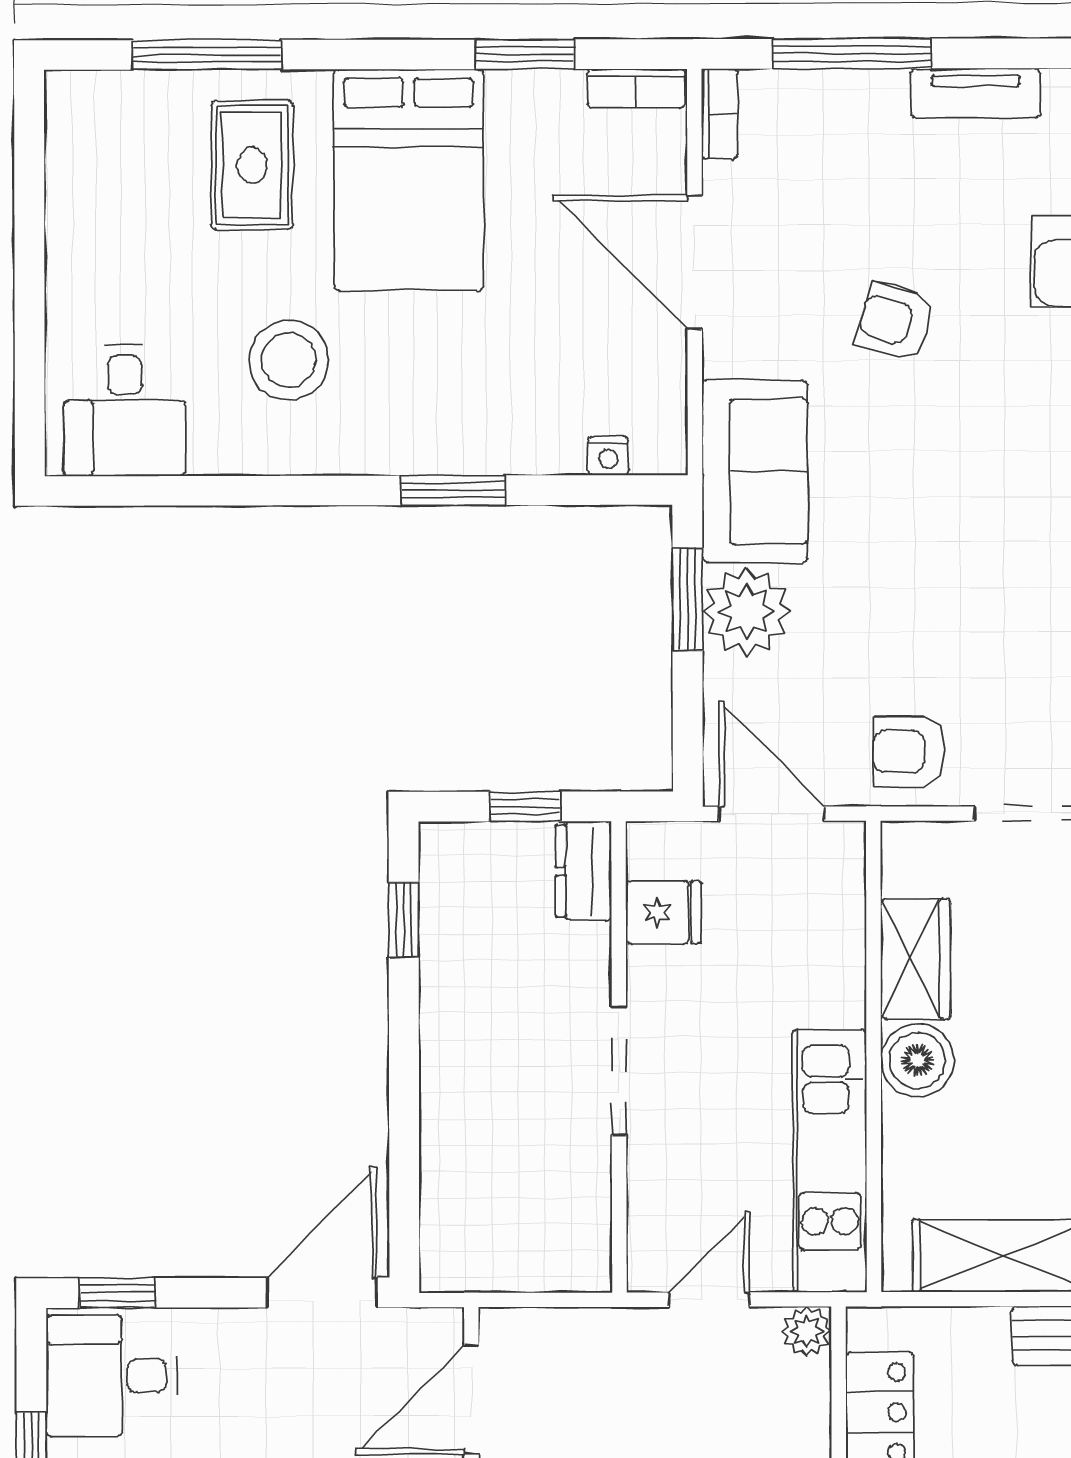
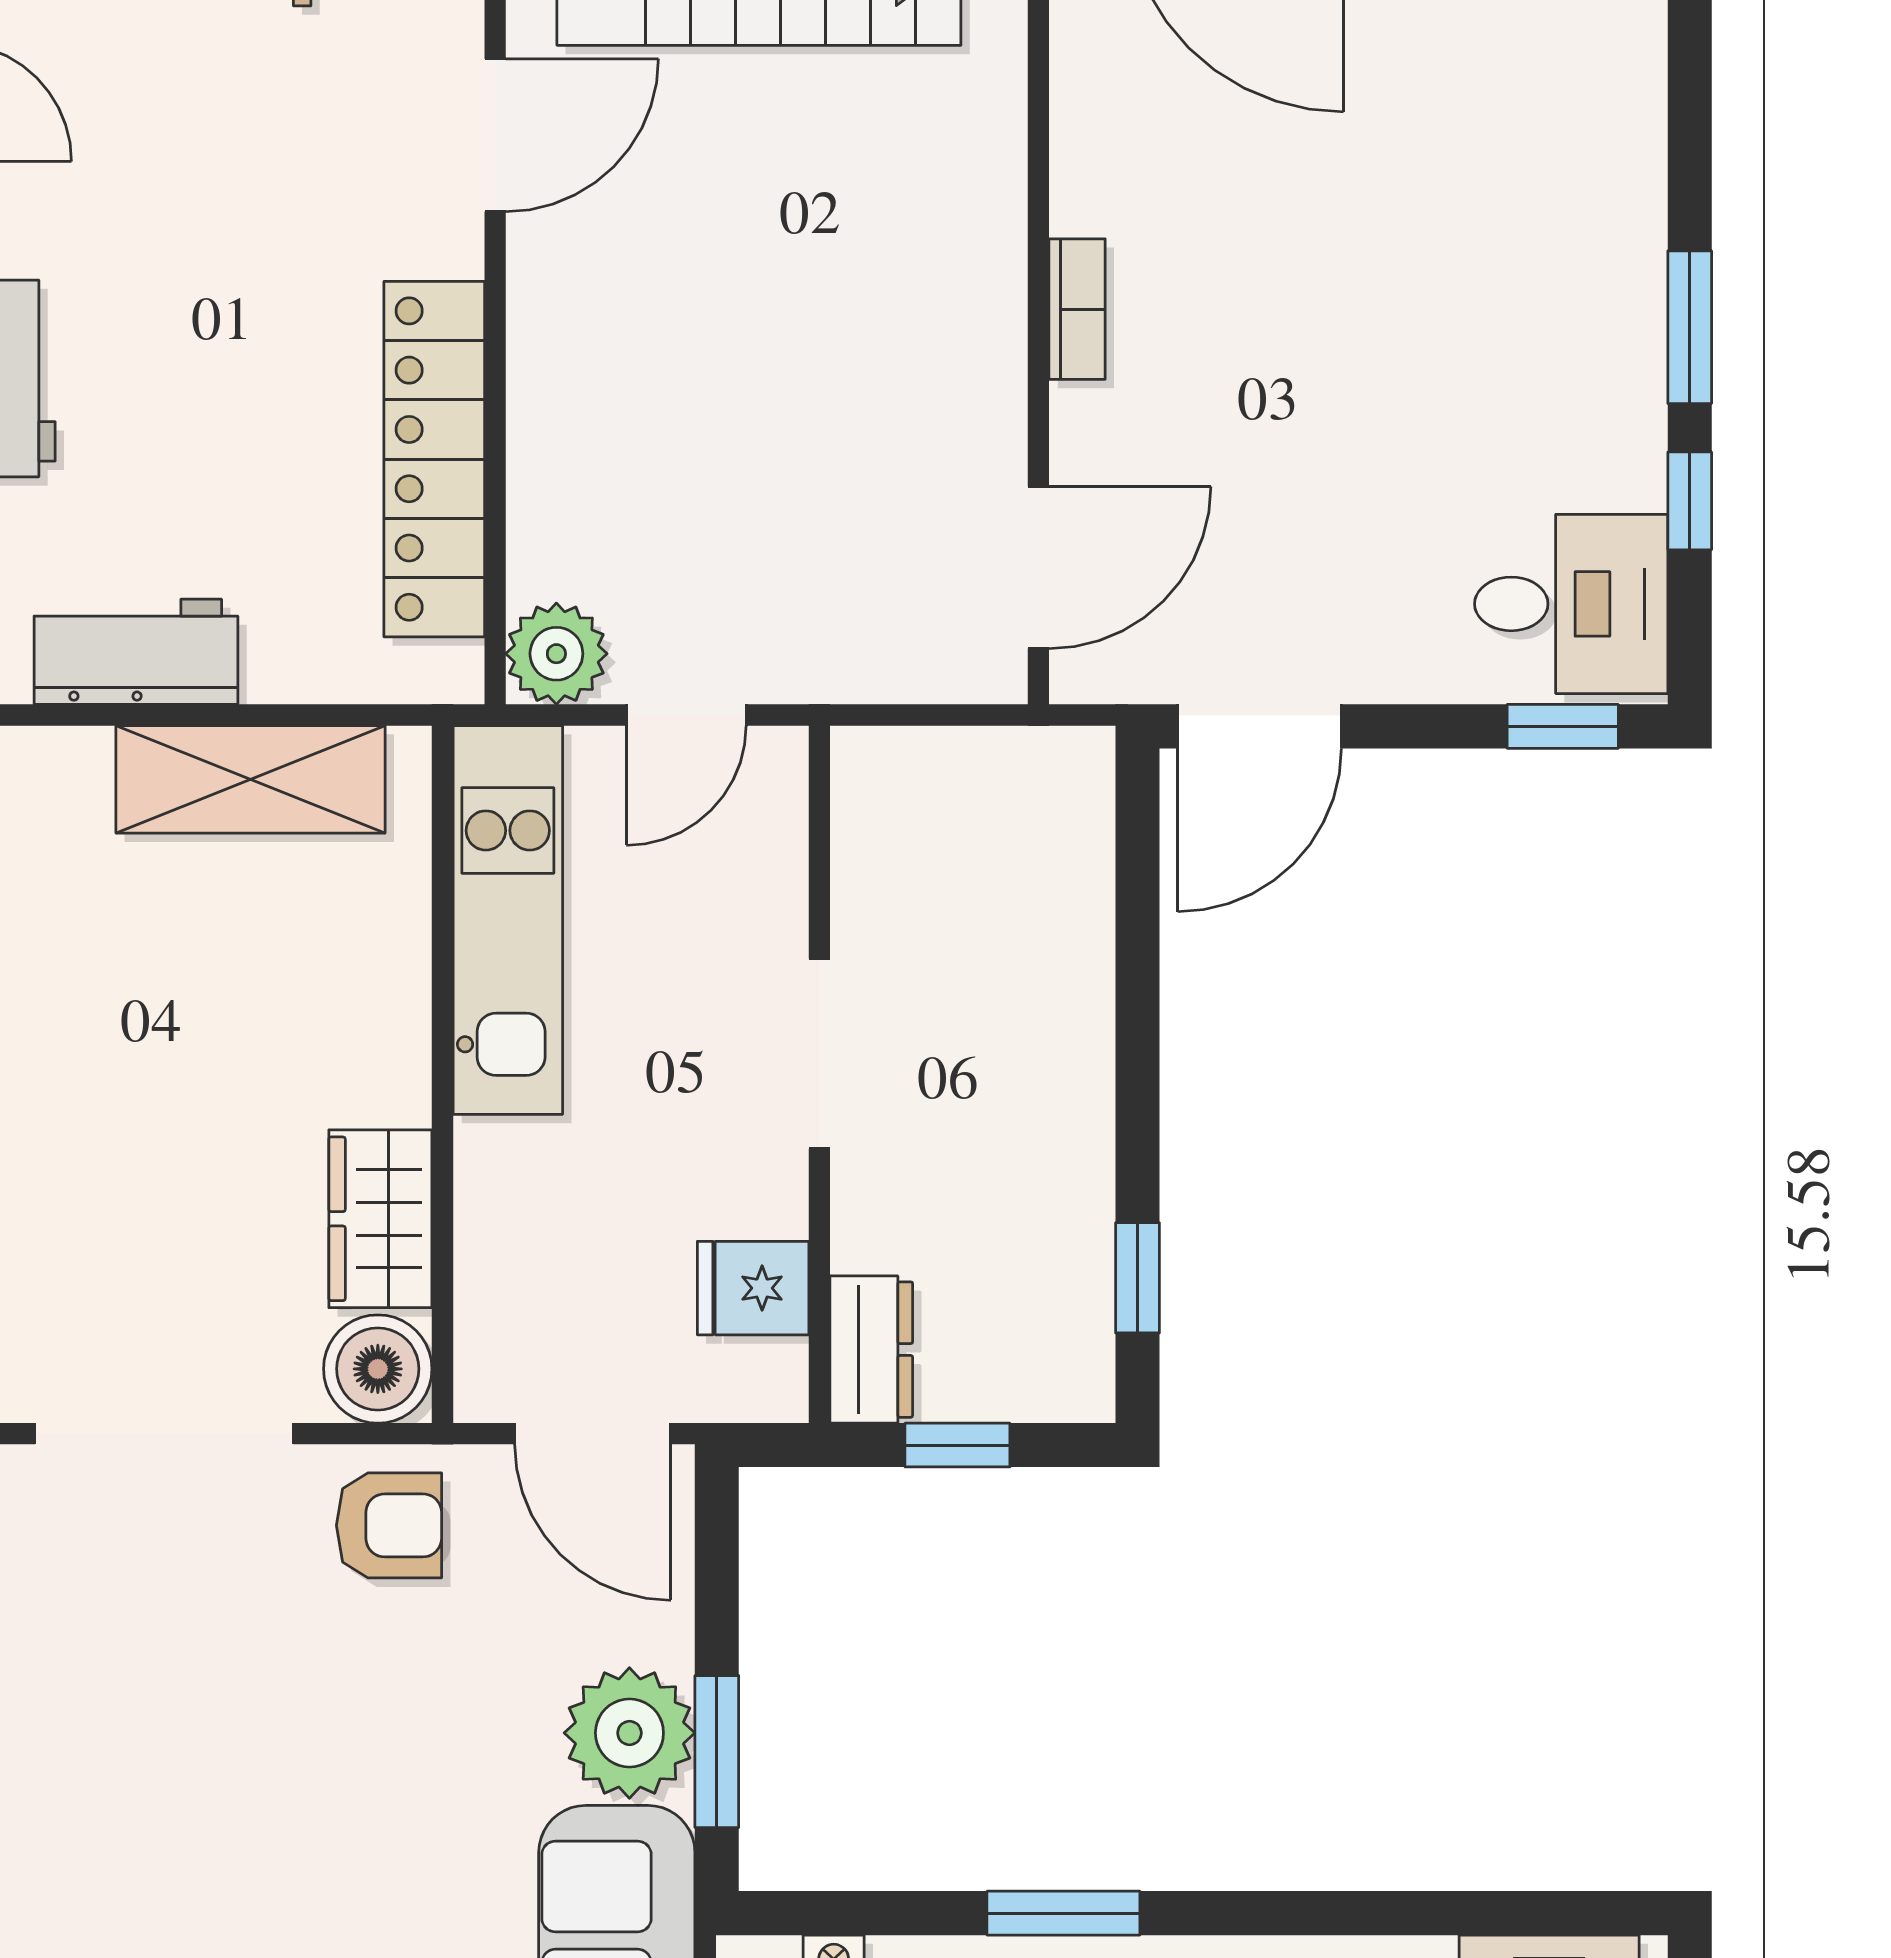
boiler: (917, 1060) -> (378, 1369), moved
plant: (807, 1332) -> (556, 654), width x1.38, depth x1.38

